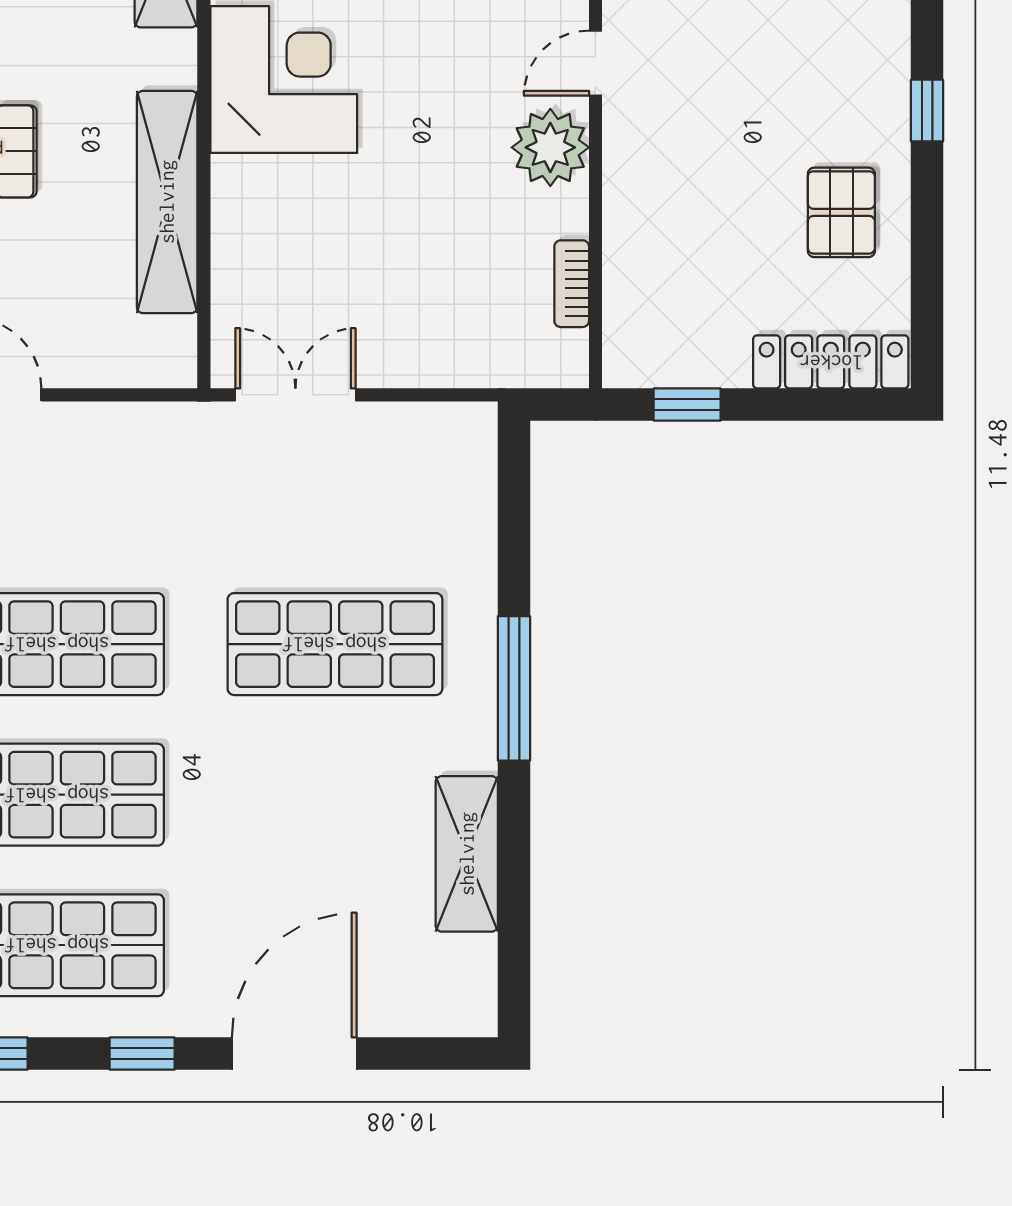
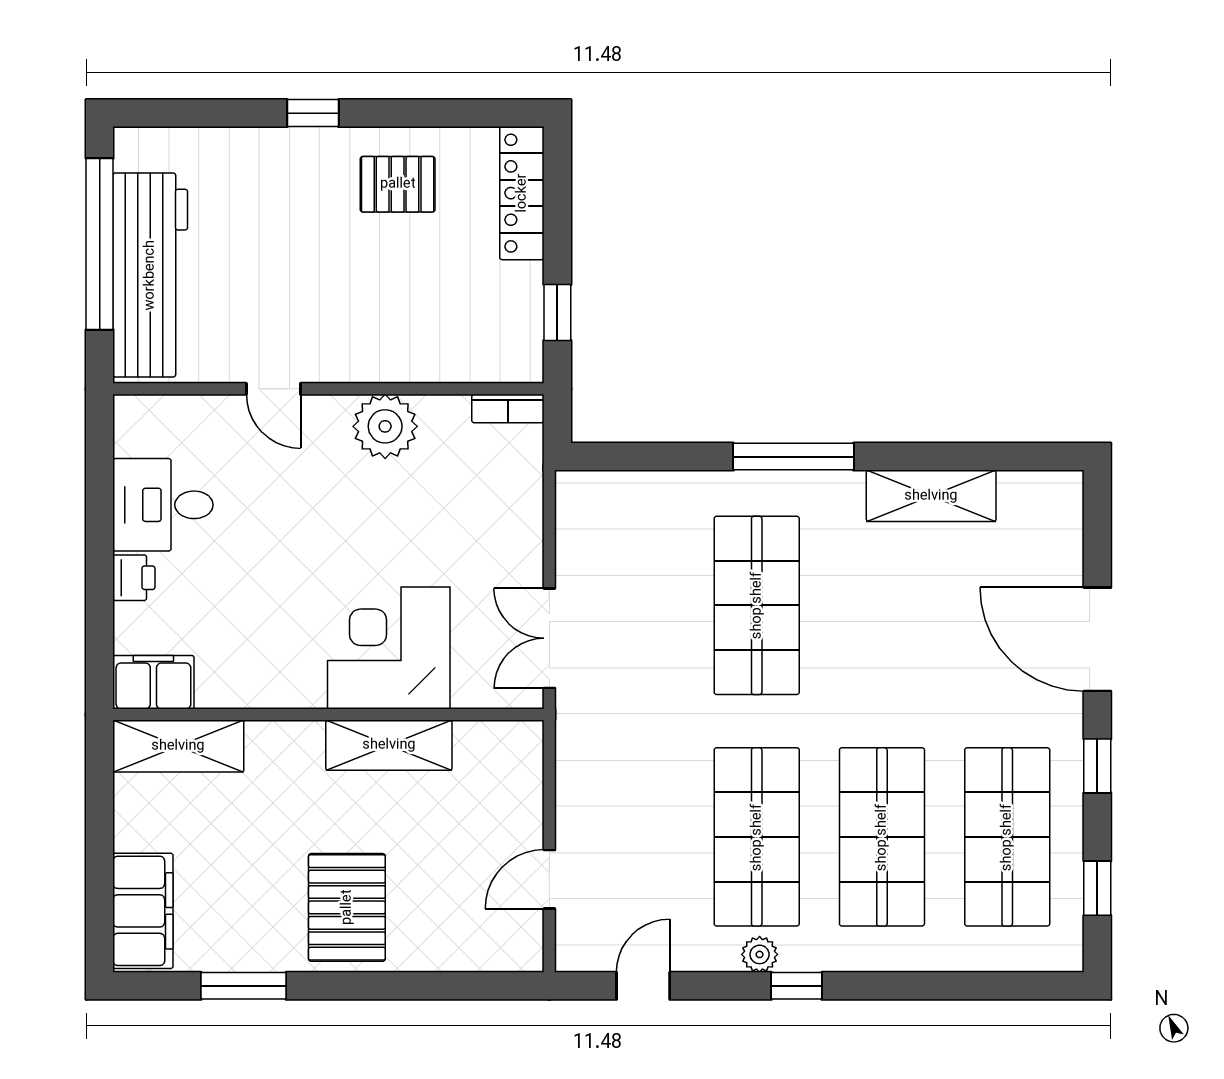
corner desk: (284, 80) -> (389, 648), moved
plant: (550, 147) -> (385, 426), moved
shelving: (167, 202) -> (389, 745), width x0.68
bookcase: (572, 284) -> (508, 409), moved

